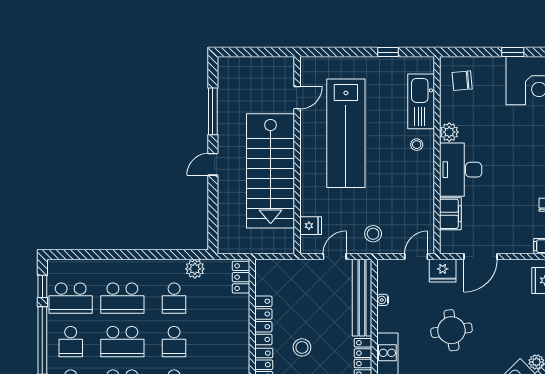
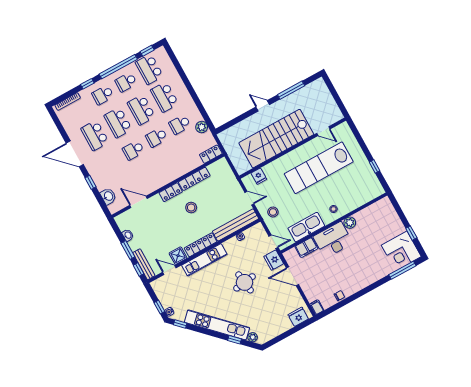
chair: (462, 81) -> (381, 214), removed
kitchen sink: (421, 101) -> (306, 227), moved

